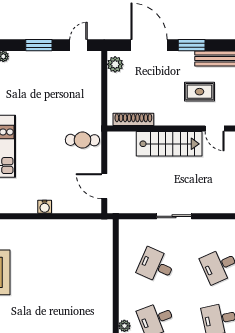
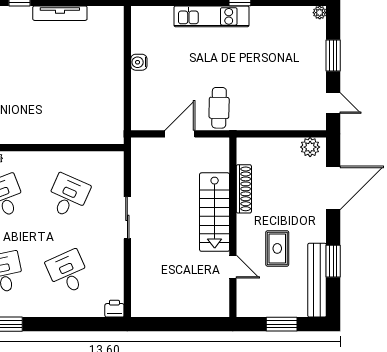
window: (192, 45) -> (333, 261), moved
shoe rack: (133, 119) -> (244, 189), moved
door: (215, 129) -> (233, 267), swing flipped
door: (104, 186) -> (180, 134), moved

